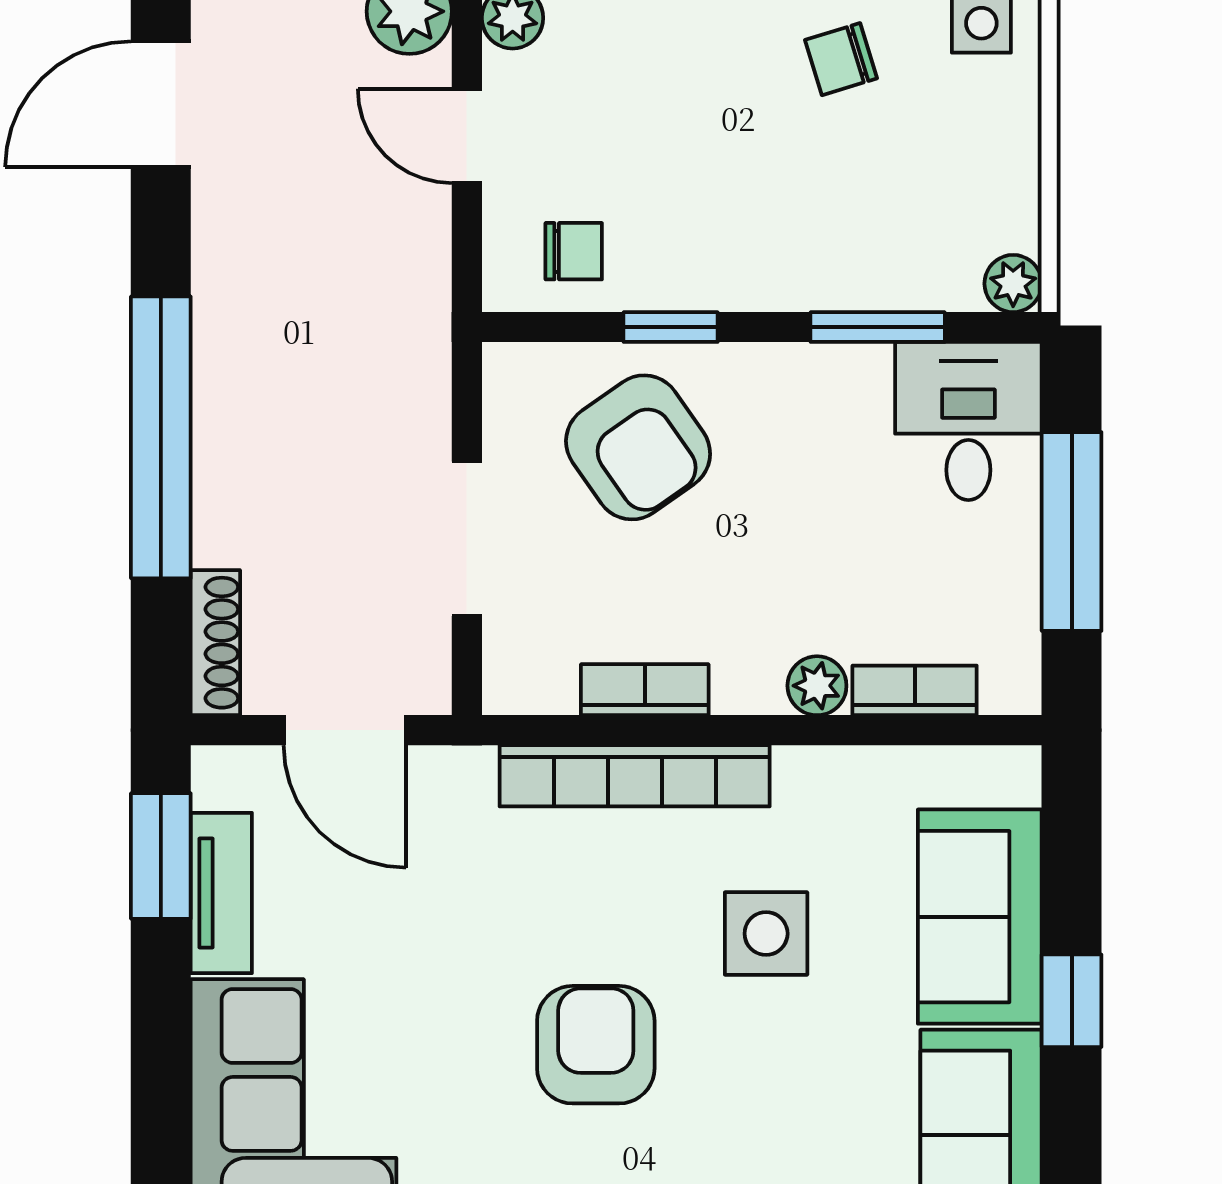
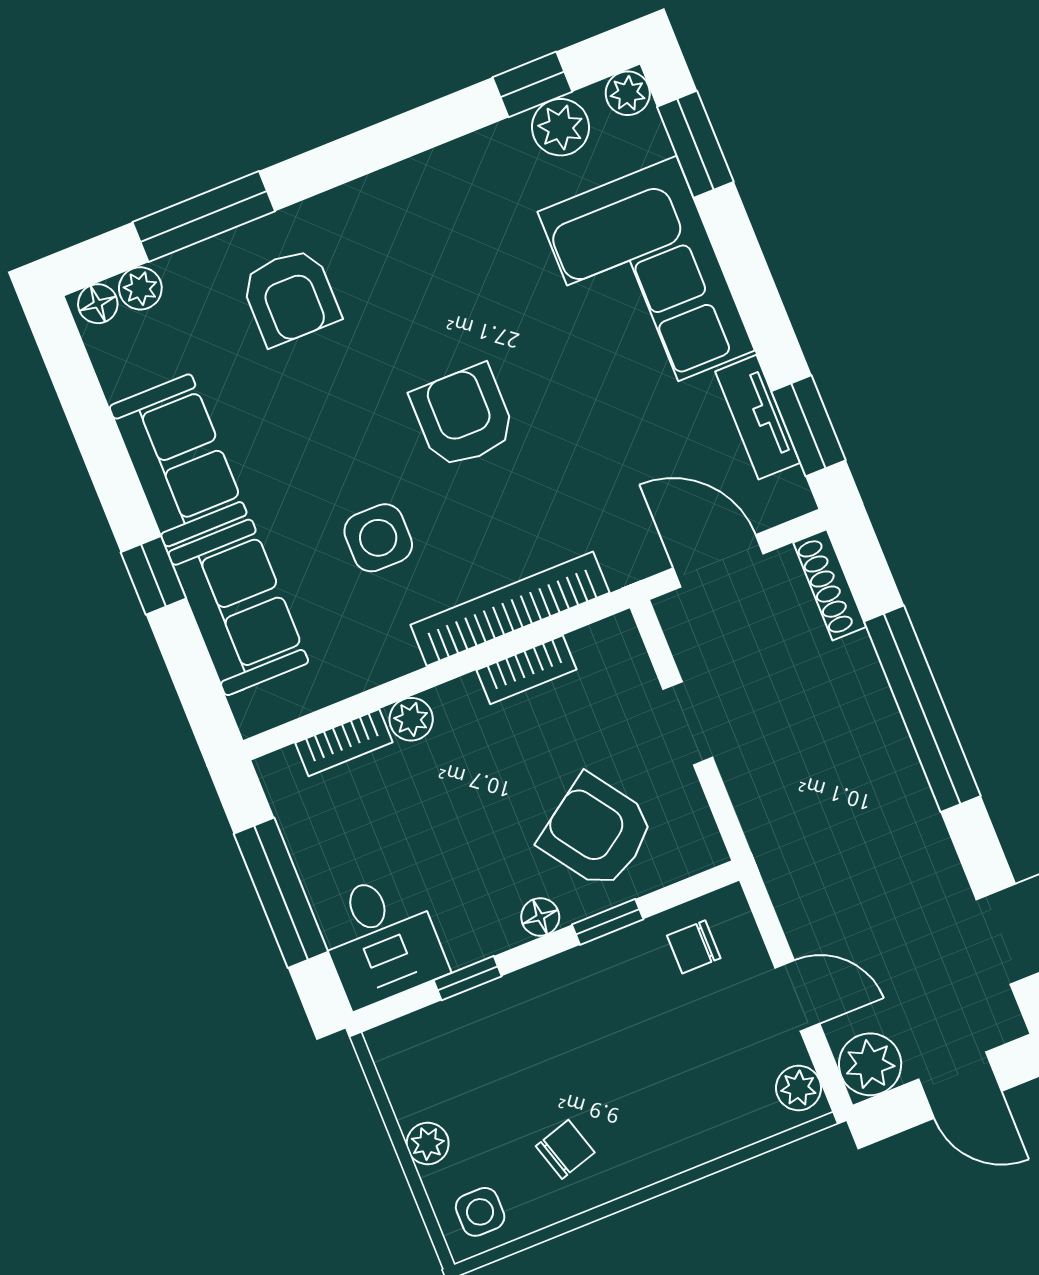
plant: (1013, 284) -> (428, 1143), moved
window: (878, 327) -> (468, 978), width x0.67
floor lamp: (754, 368) -> (540, 917), added
doorway: (467, 539) -> (688, 723), width x0.73
armchair: (596, 1045) -> (463, 416), turned 180

